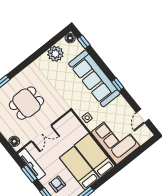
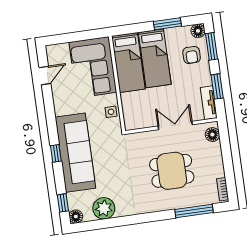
window: (118, 85) -> (56, 153), moved
tv unit: (32, 164) -> (209, 103), width x0.71

